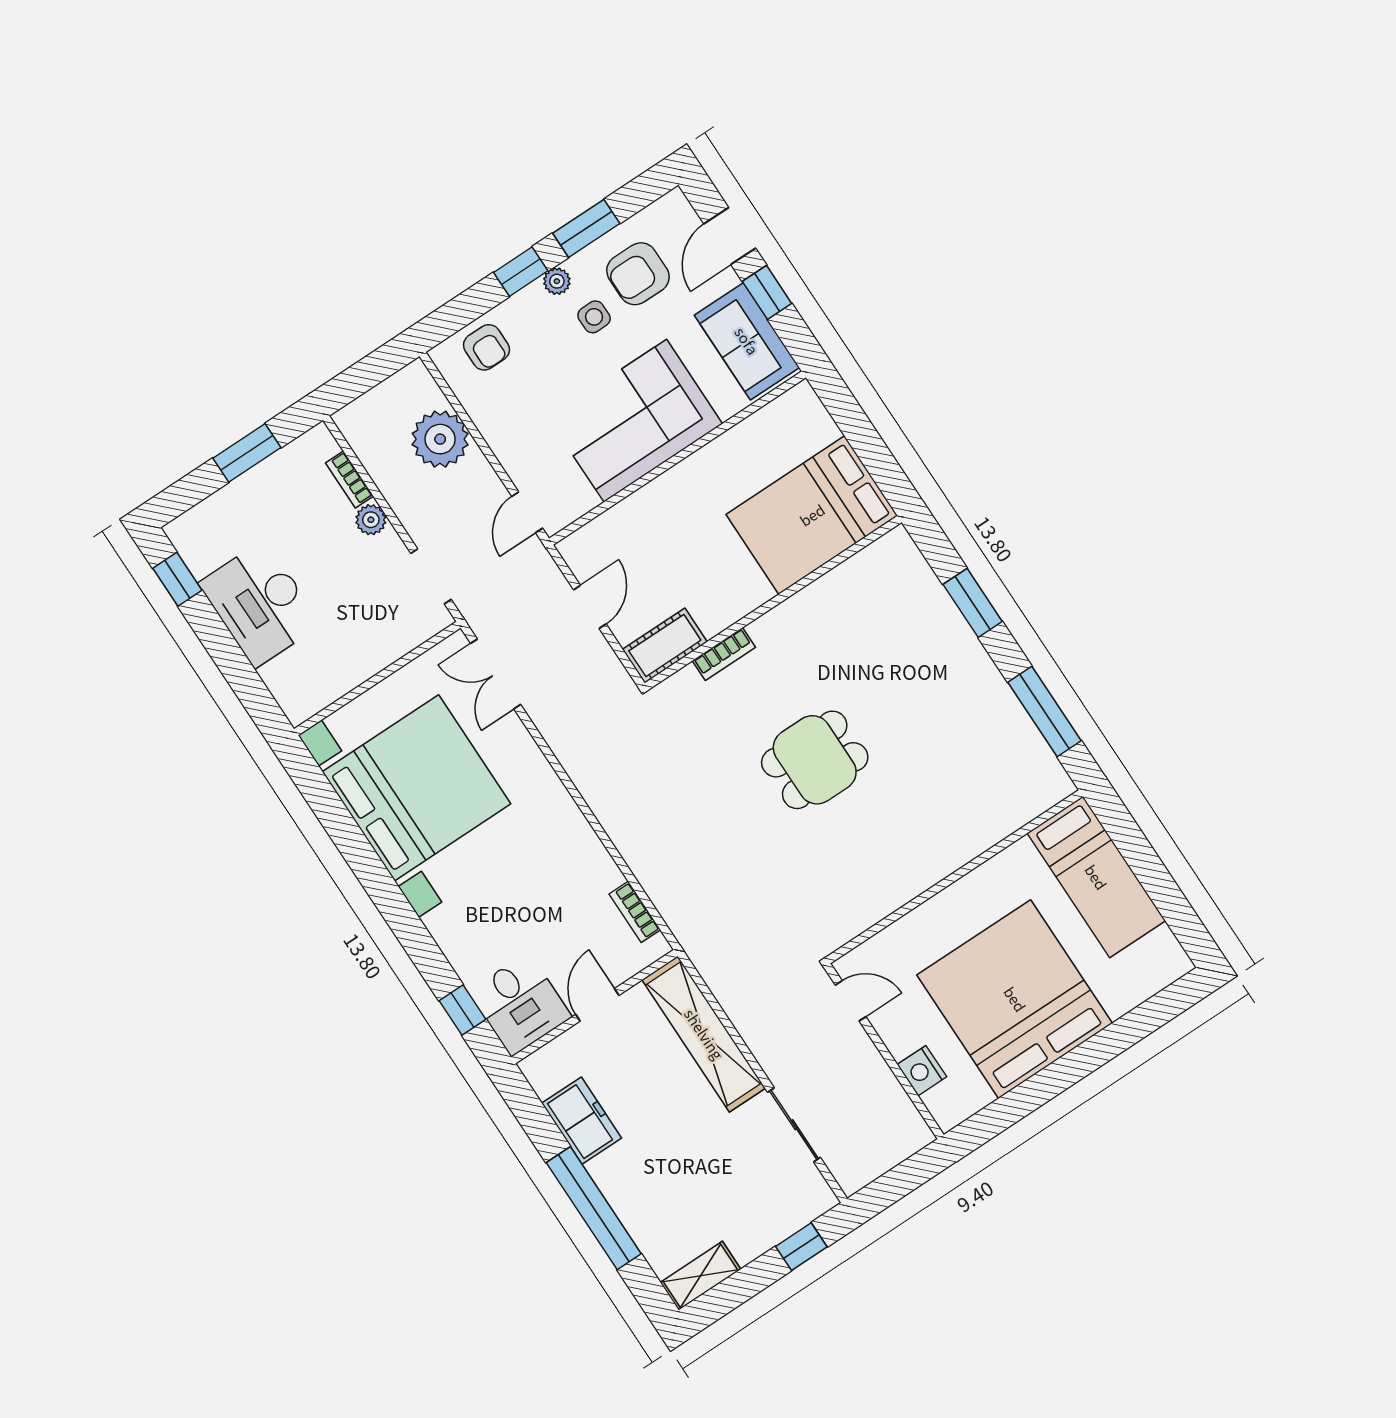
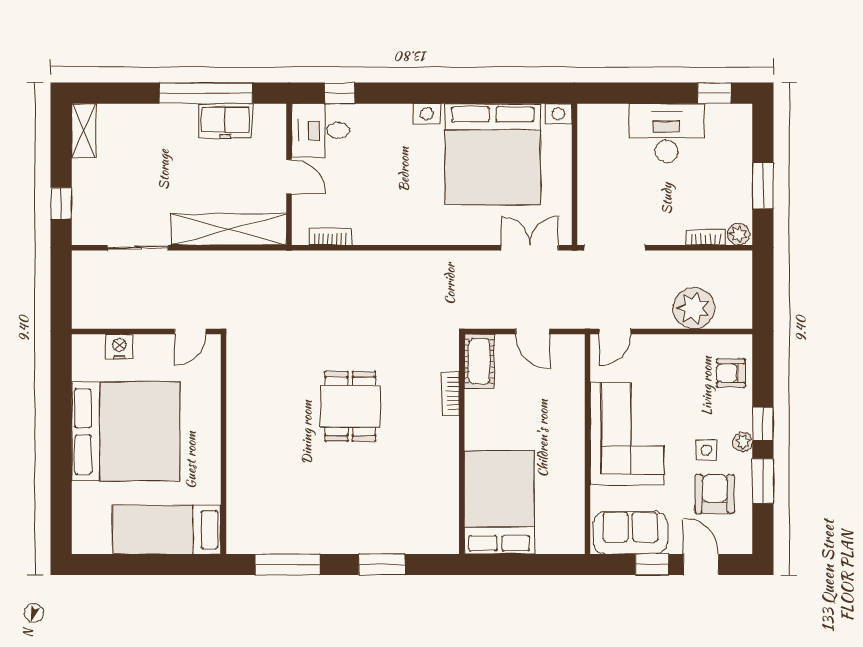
door: (527, 512) -> (615, 331), swing flipped
plant: (371, 520) -> (739, 234), moved
doorway: (431, 576) -> (615, 248), width x1.38
window: (594, 1208) -> (206, 93), moved

